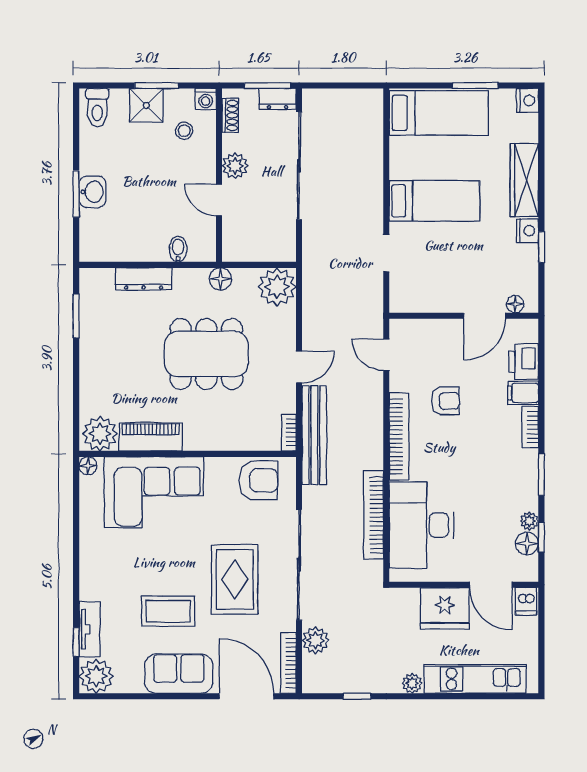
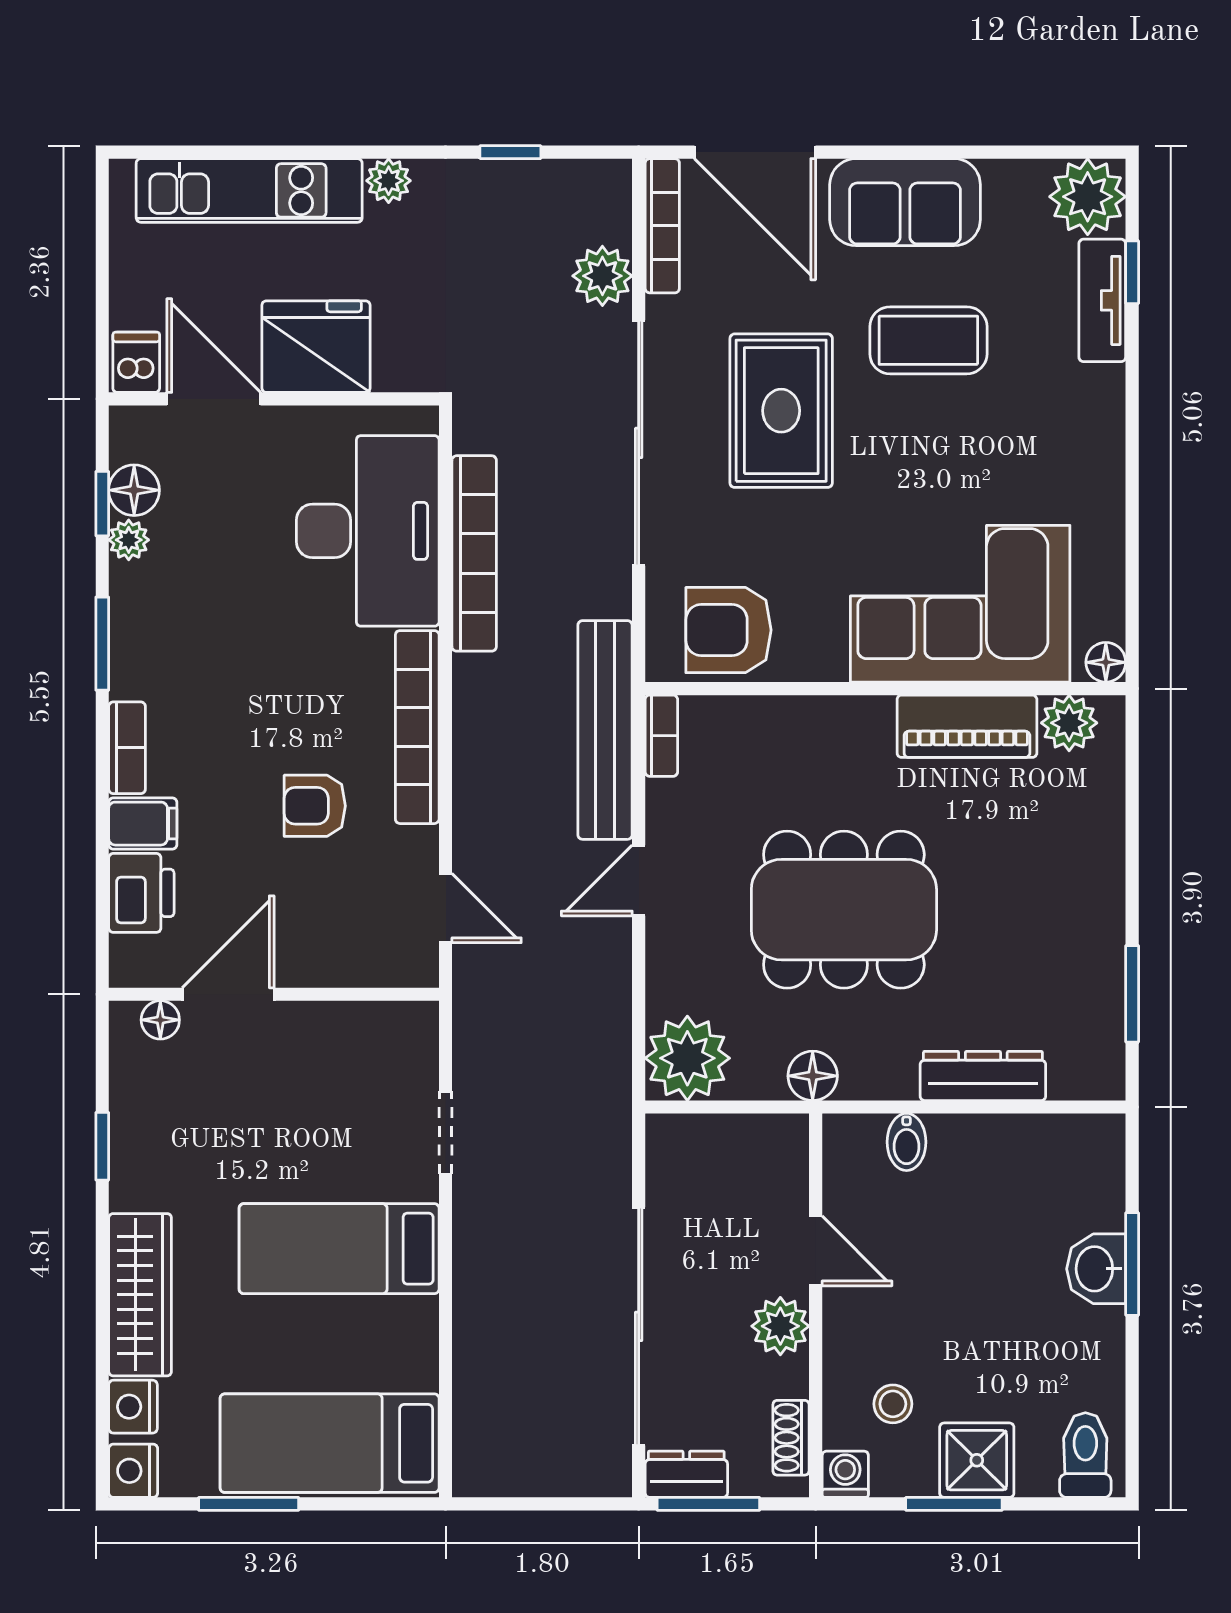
nightstand: (528, 231) -> (133, 1407), moved
plant: (100, 434) -> (1069, 723), width x0.73, depth x0.73

